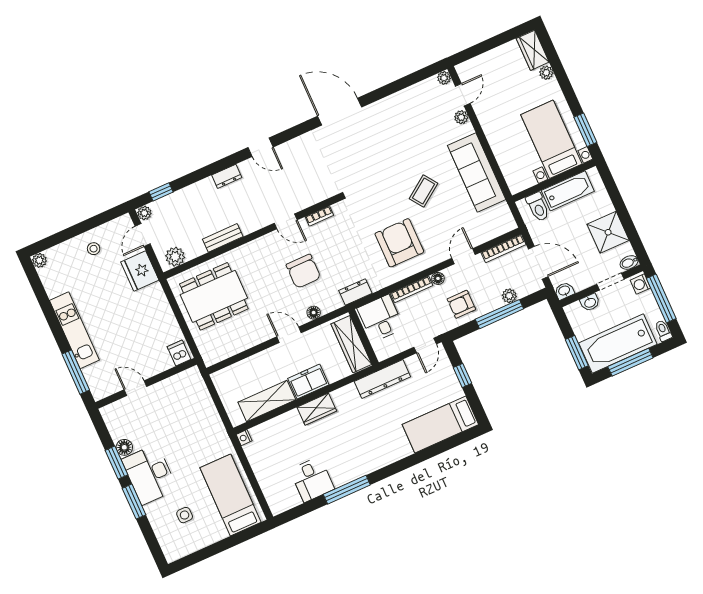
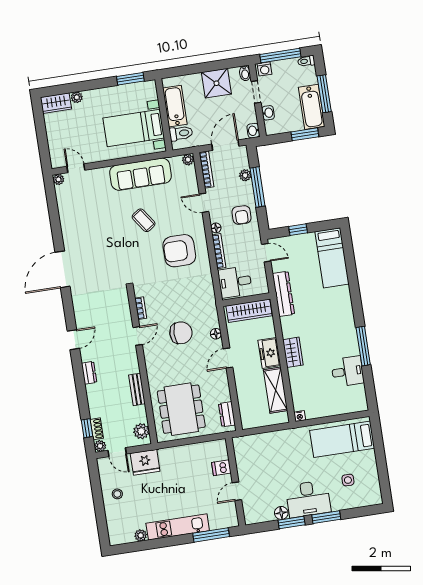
plant: (461, 117) -> (188, 160), moved
bed with nightstands: (551, 139) -> (134, 128), moved
shoe rack: (163, 203) -> (97, 429), added
plant: (39, 260) -> (141, 535), moved
dresser: (355, 292) -> (227, 414), moved
bathtub: (618, 344) -> (312, 107), width x0.73, depth x0.73
dishwasher: (179, 353) -> (221, 468), moved

